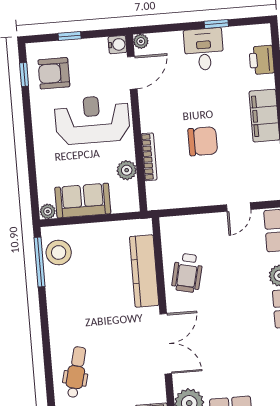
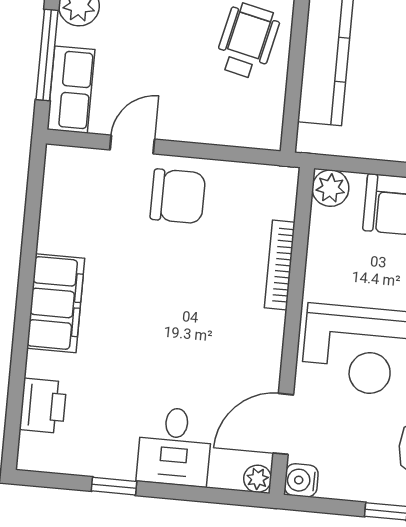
desk: (204, 49) -> (175, 447), moved
chair: (203, 141) -> (178, 196), moved, turned 180
plant: (127, 170) -> (330, 188), moved

